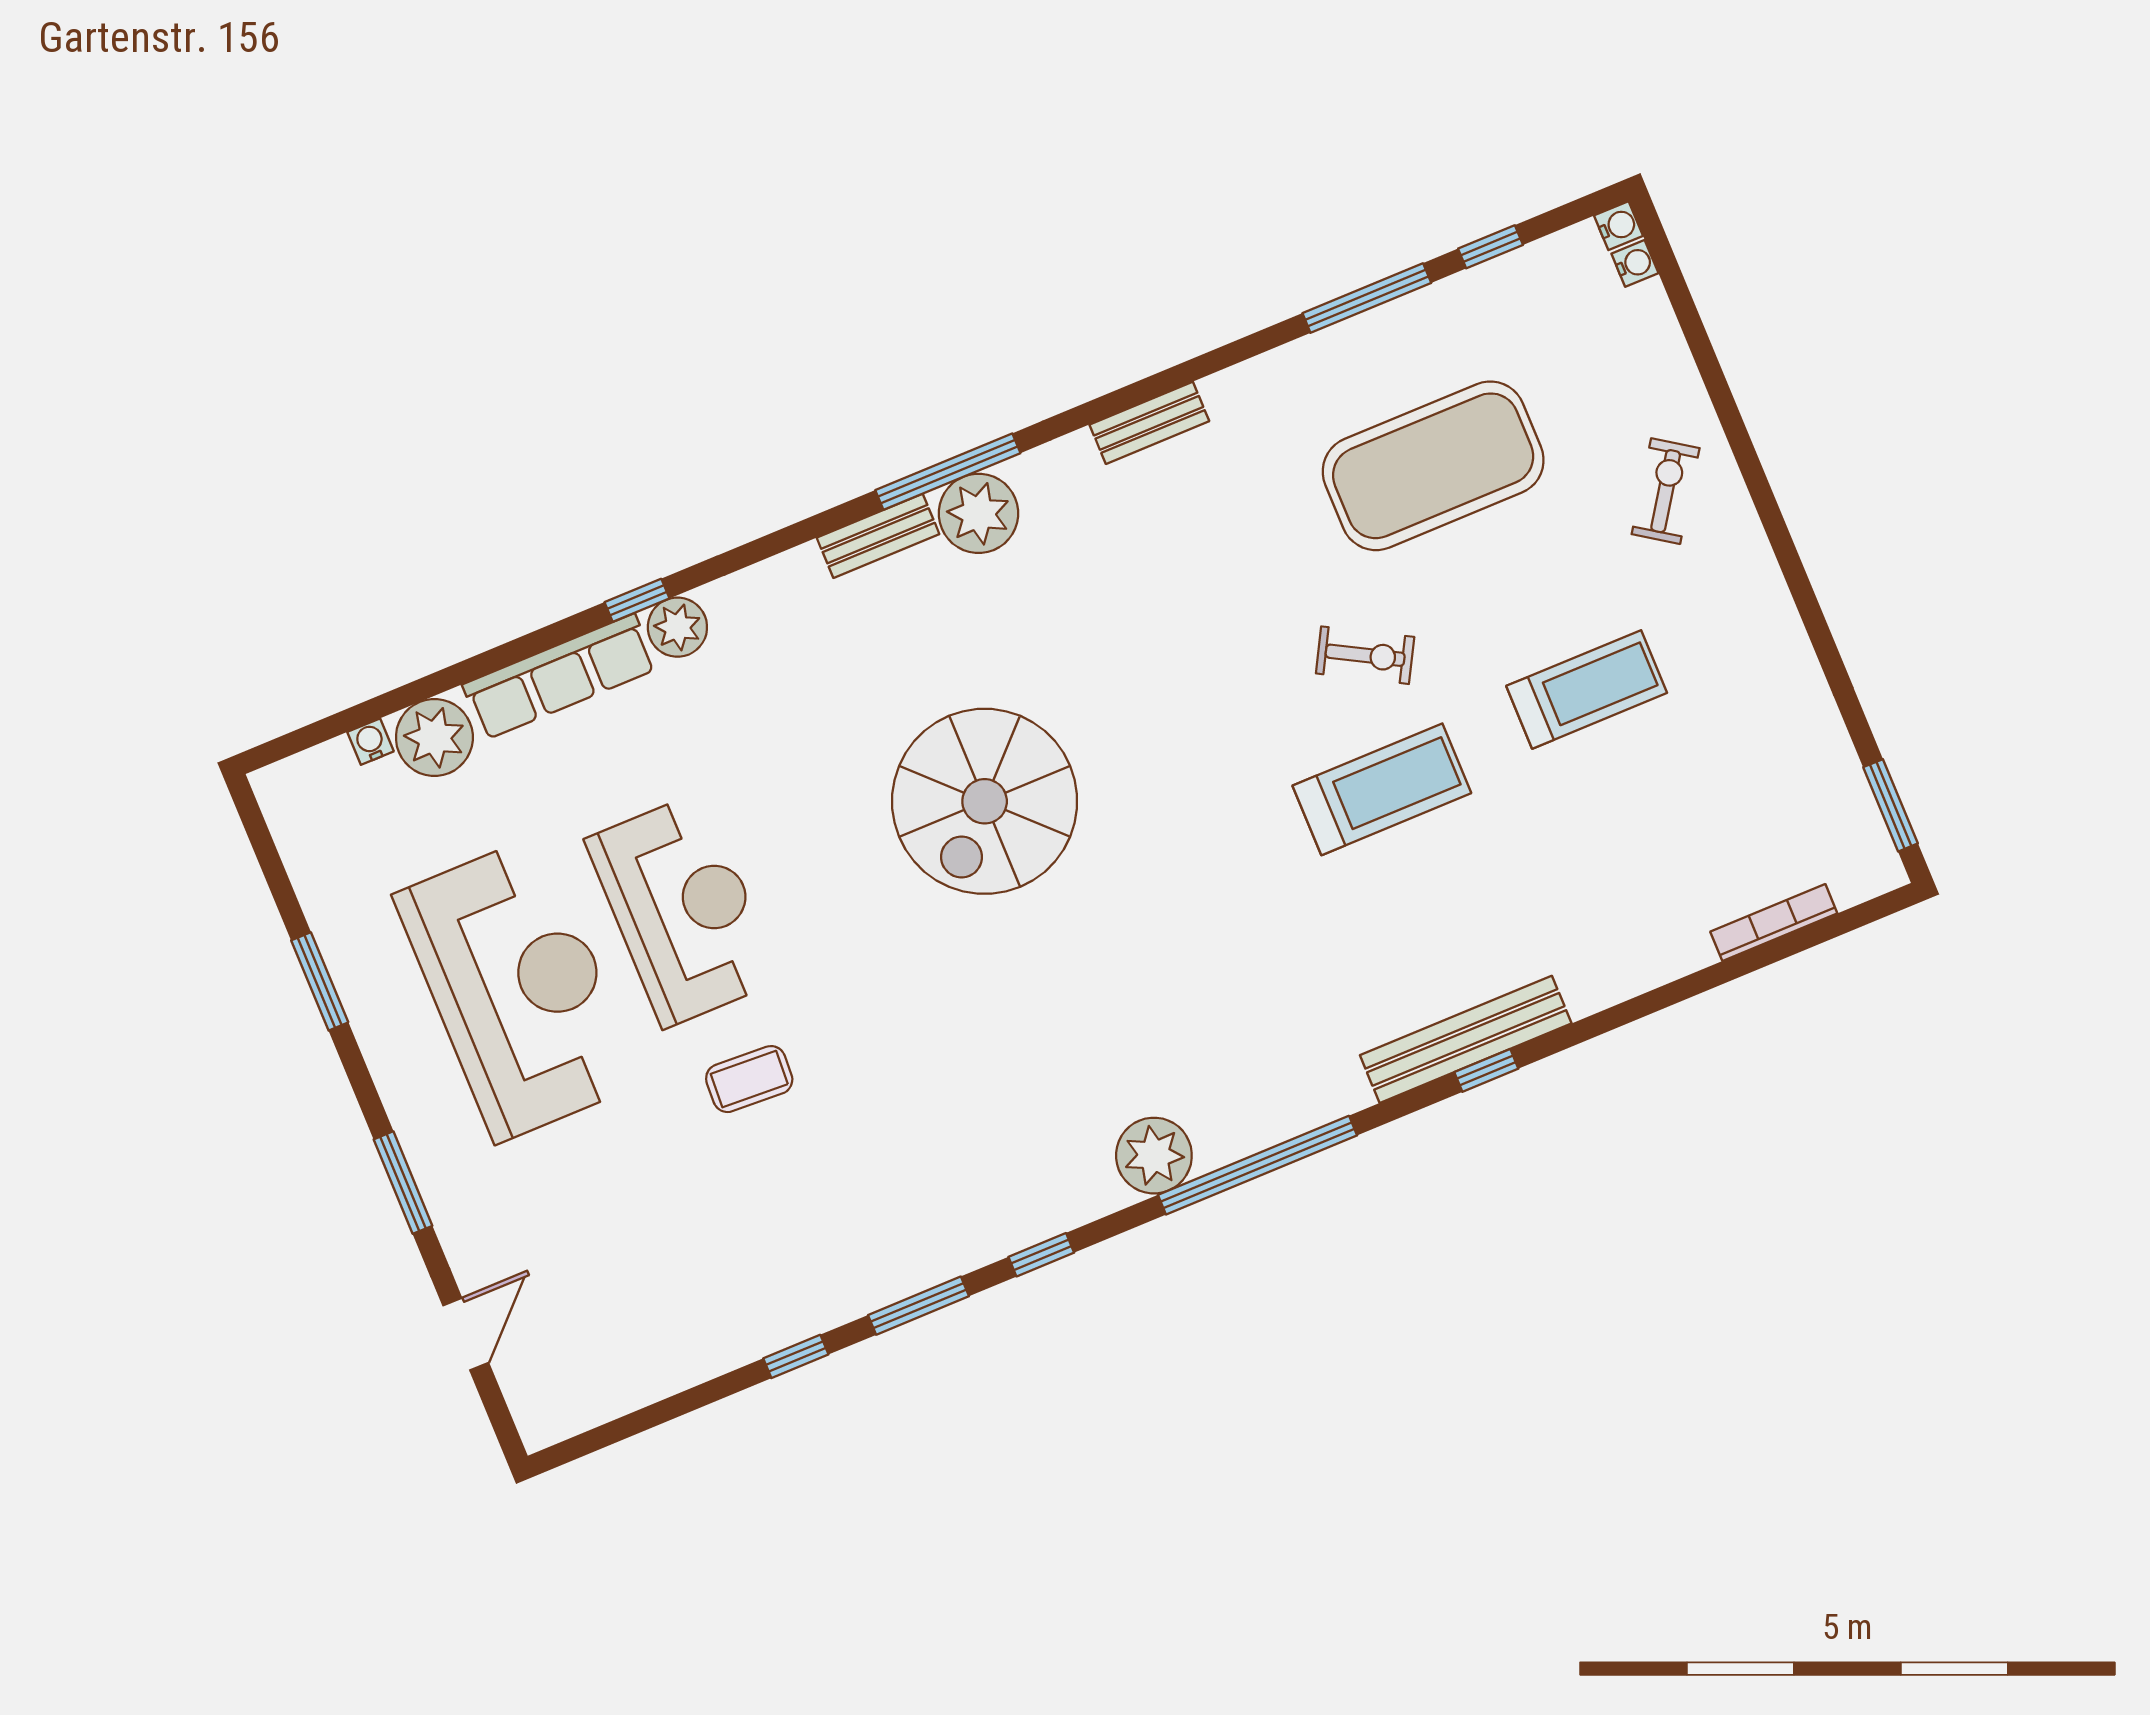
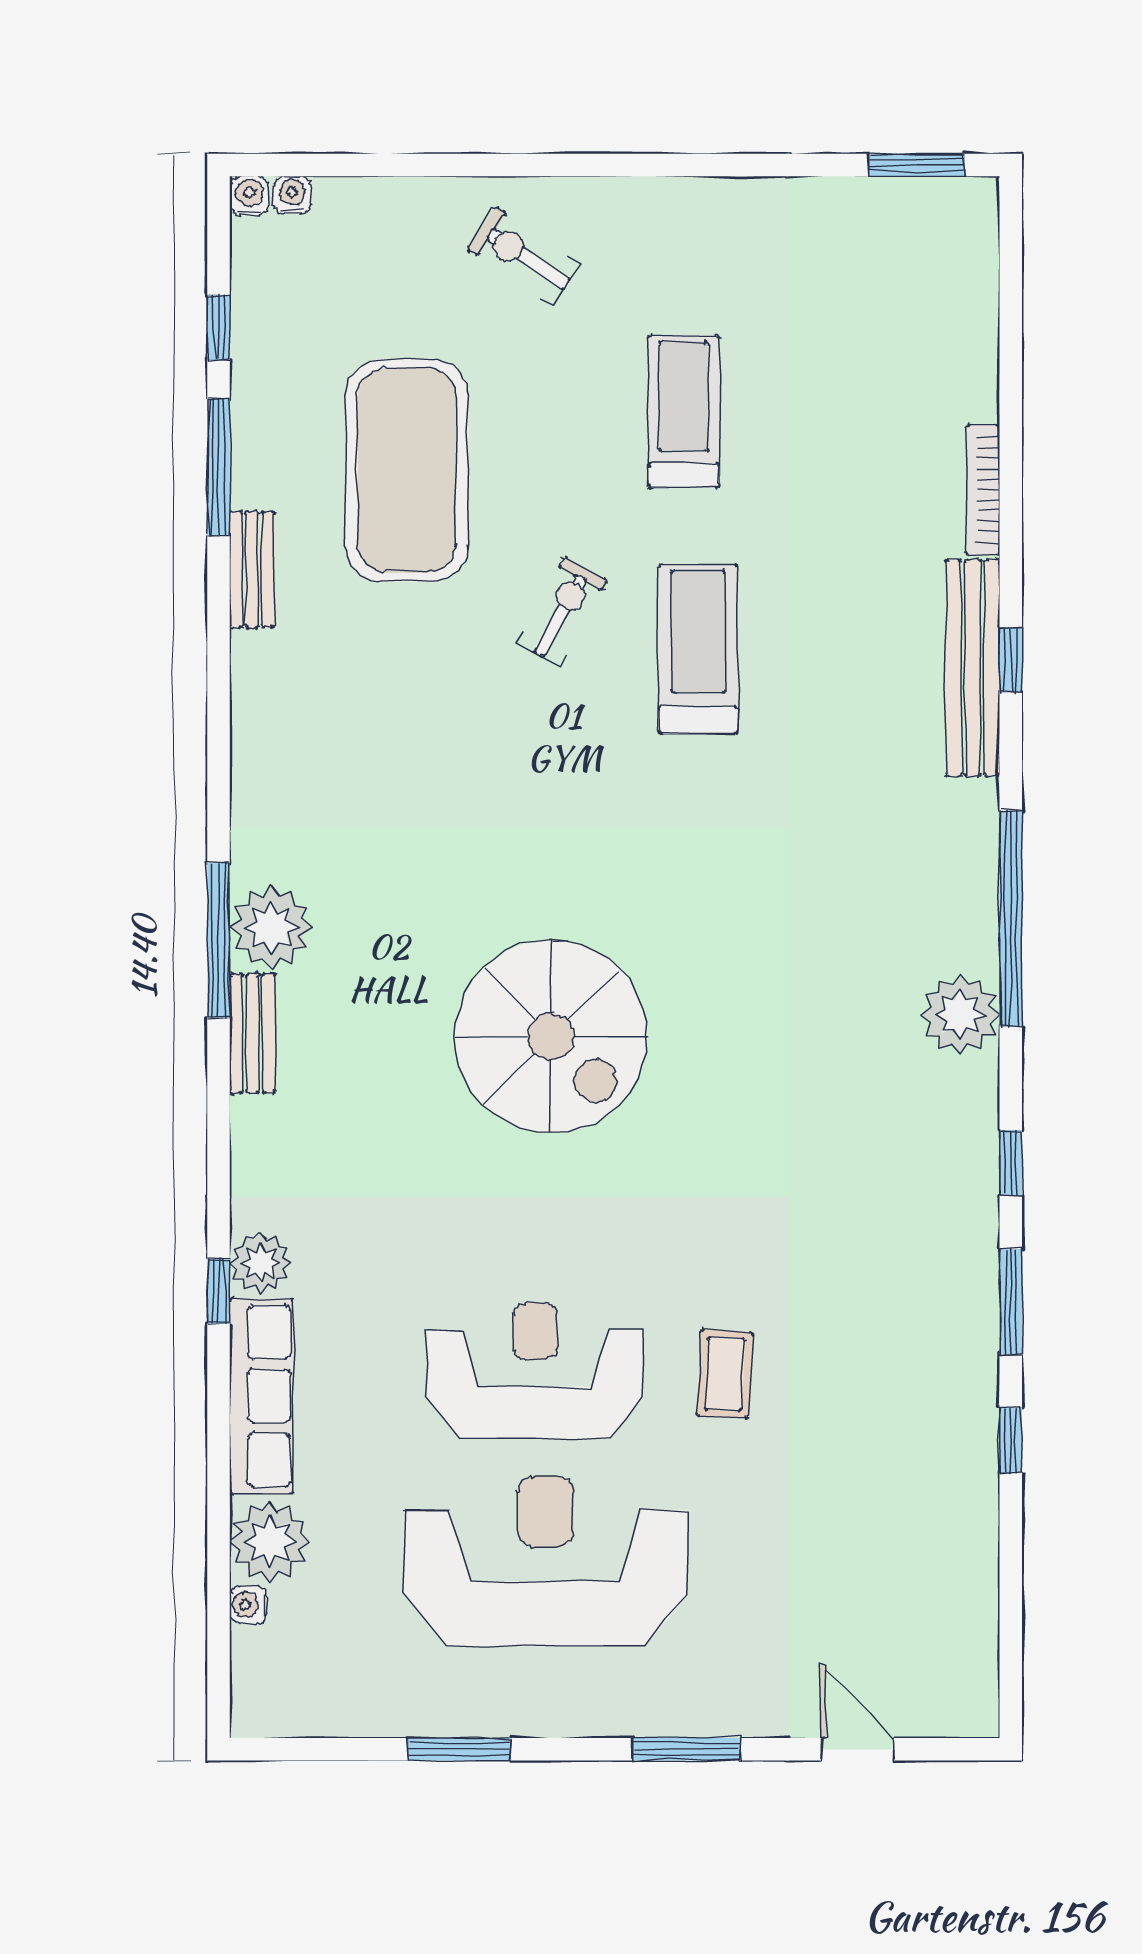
bench: (1149, 423) -> (252, 570), moved
bookcase: (1774, 922) -> (983, 490), moved

